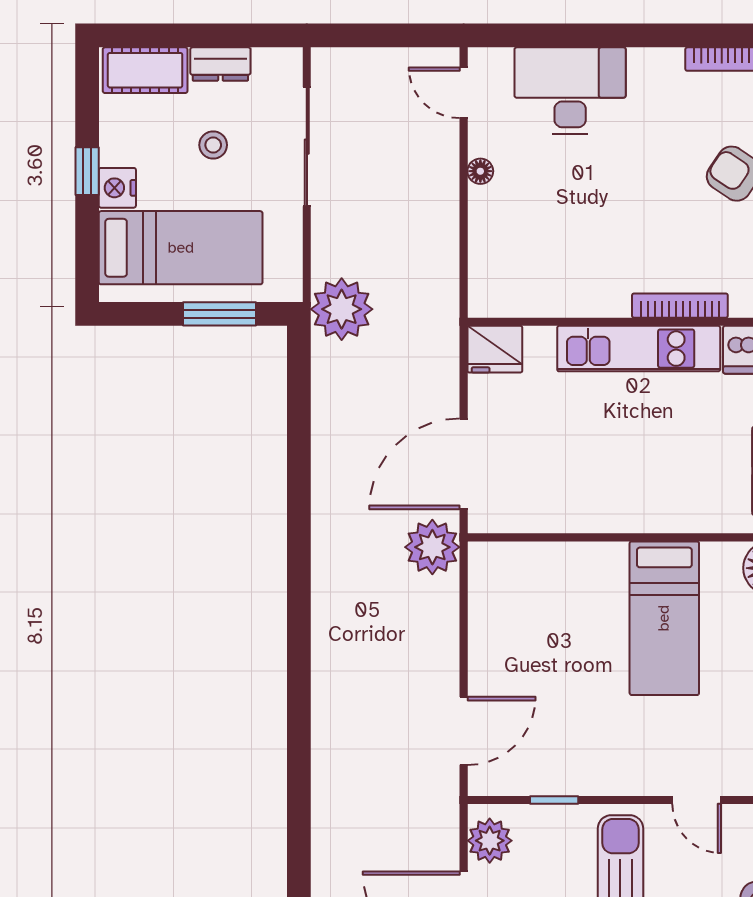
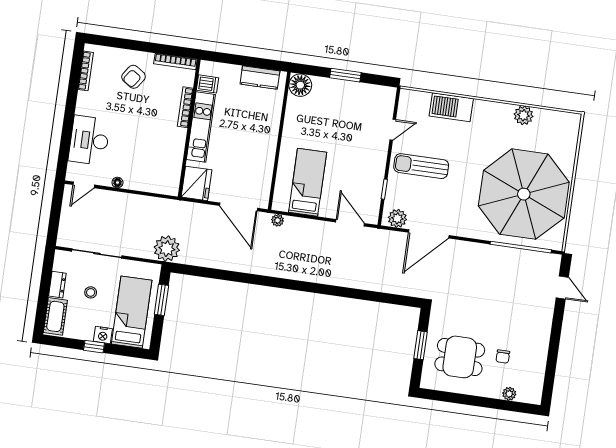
fridge: (495, 349) -> (196, 183), width x1.36, depth x1.34
plant: (432, 547) -> (278, 220), width x0.53, depth x0.53
bed: (664, 618) -> (308, 182), moved, turned -90

